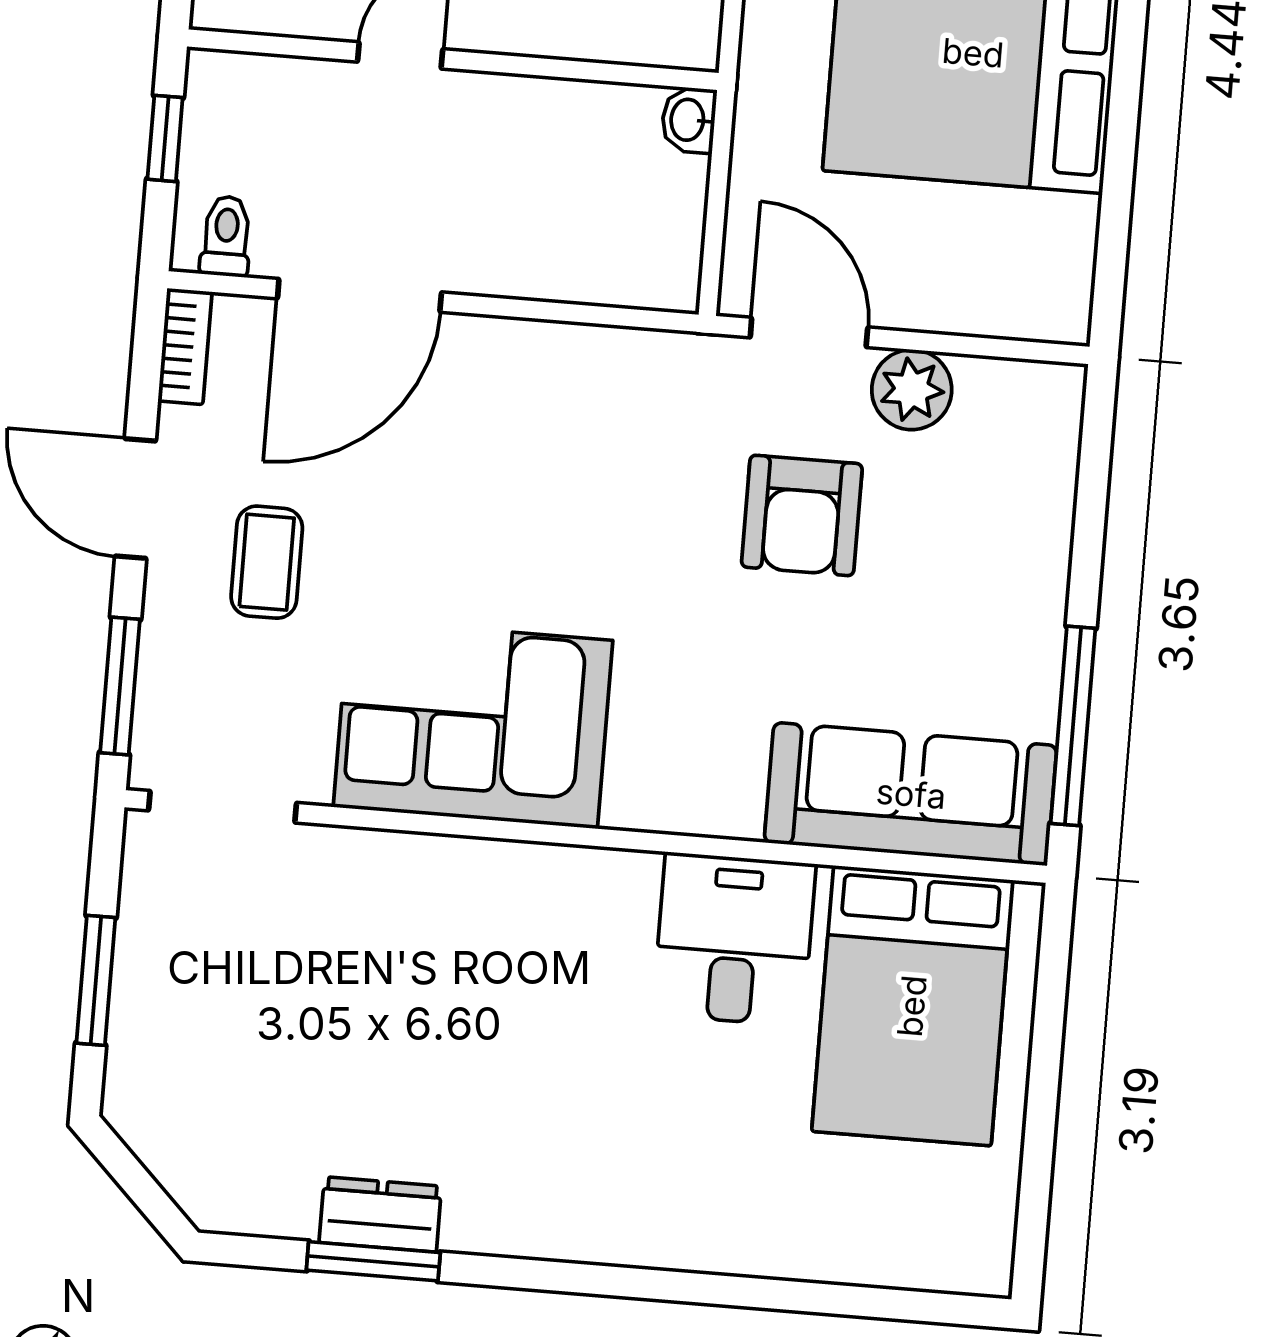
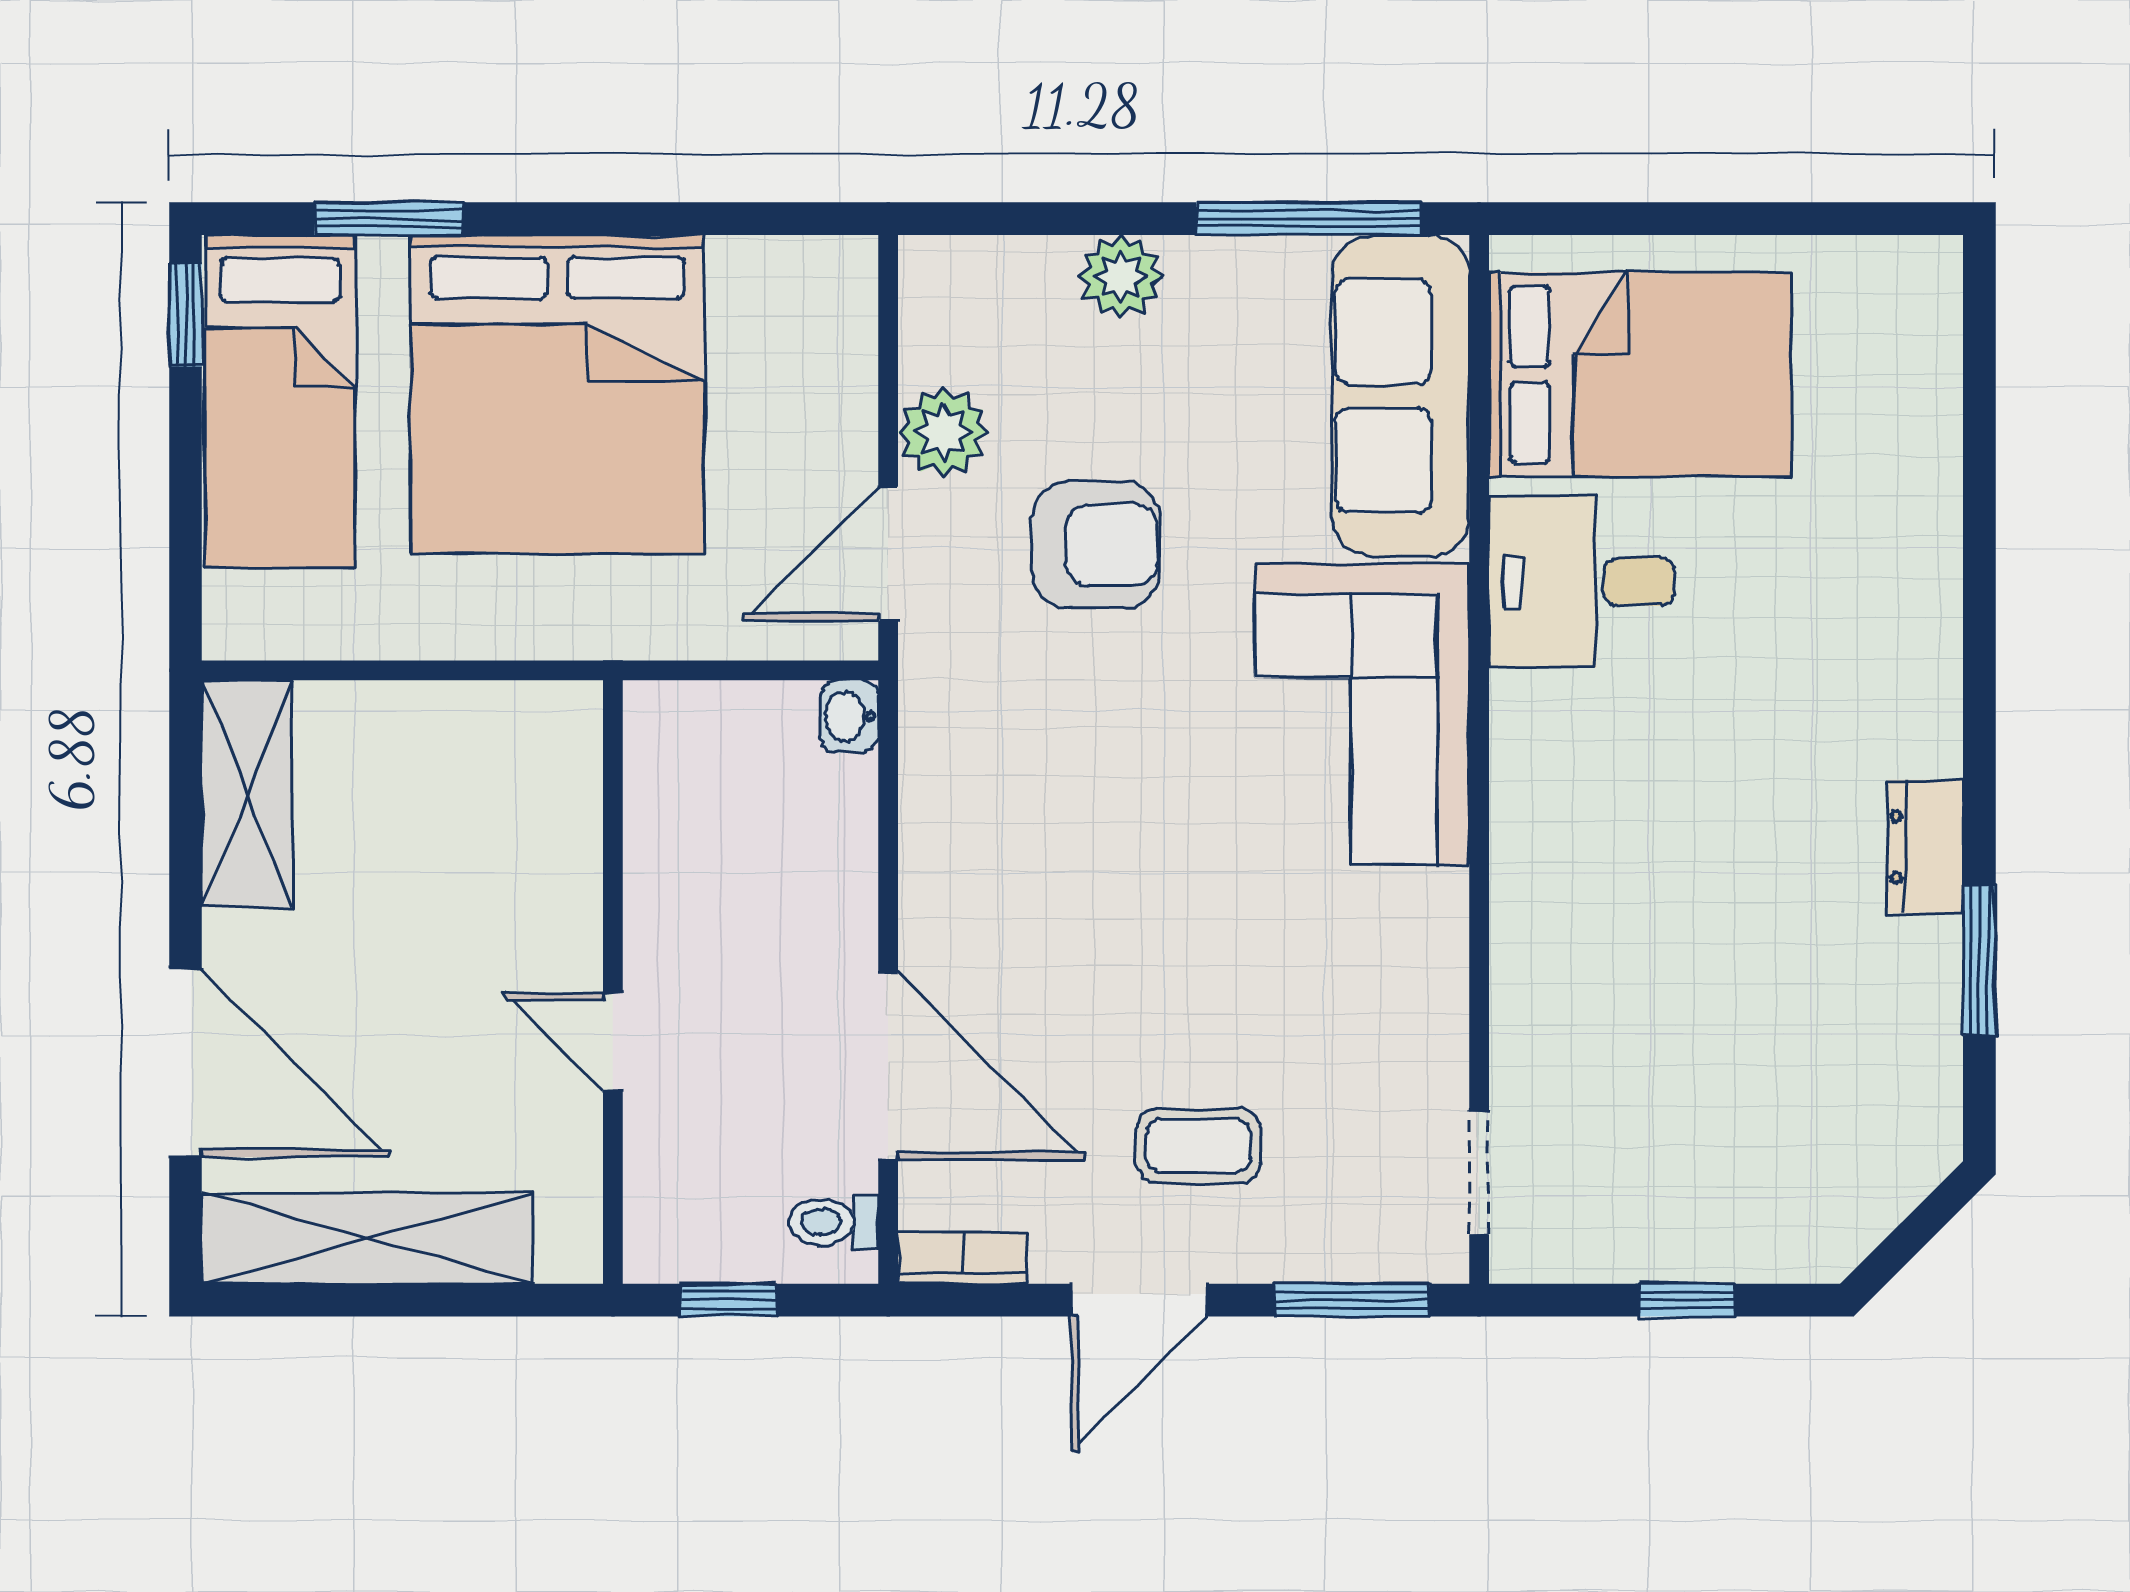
washbasin: (689, 120) -> (849, 716), moved, turned 90
plant: (1036, 557) -> (1121, 276), added
corner sofa: (473, 724) -> (1362, 714), moved
doorway: (223, 807) -> (1479, 1173), width x0.73
window: (96, 980) -> (1687, 1300), width x0.67
dresser: (380, 1214) -> (1926, 847), moved

